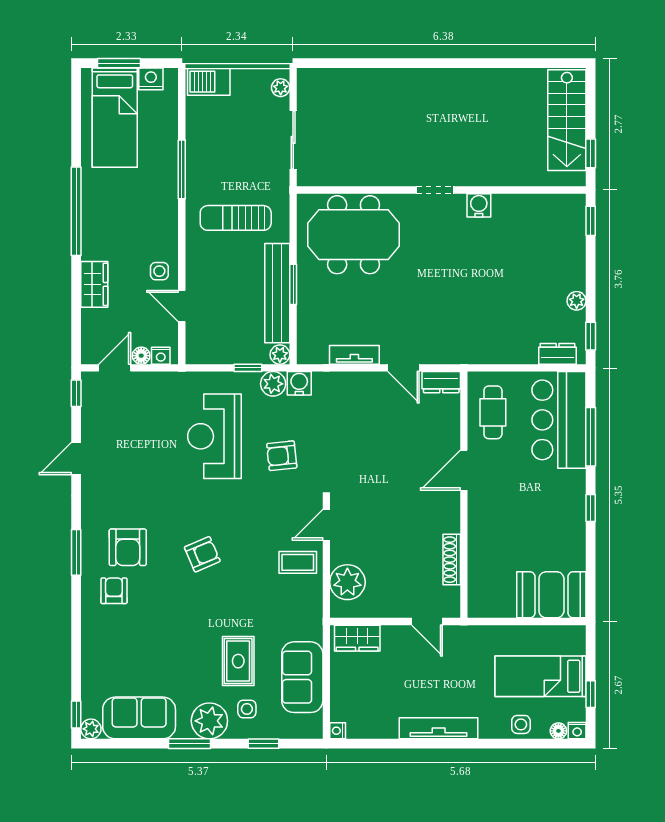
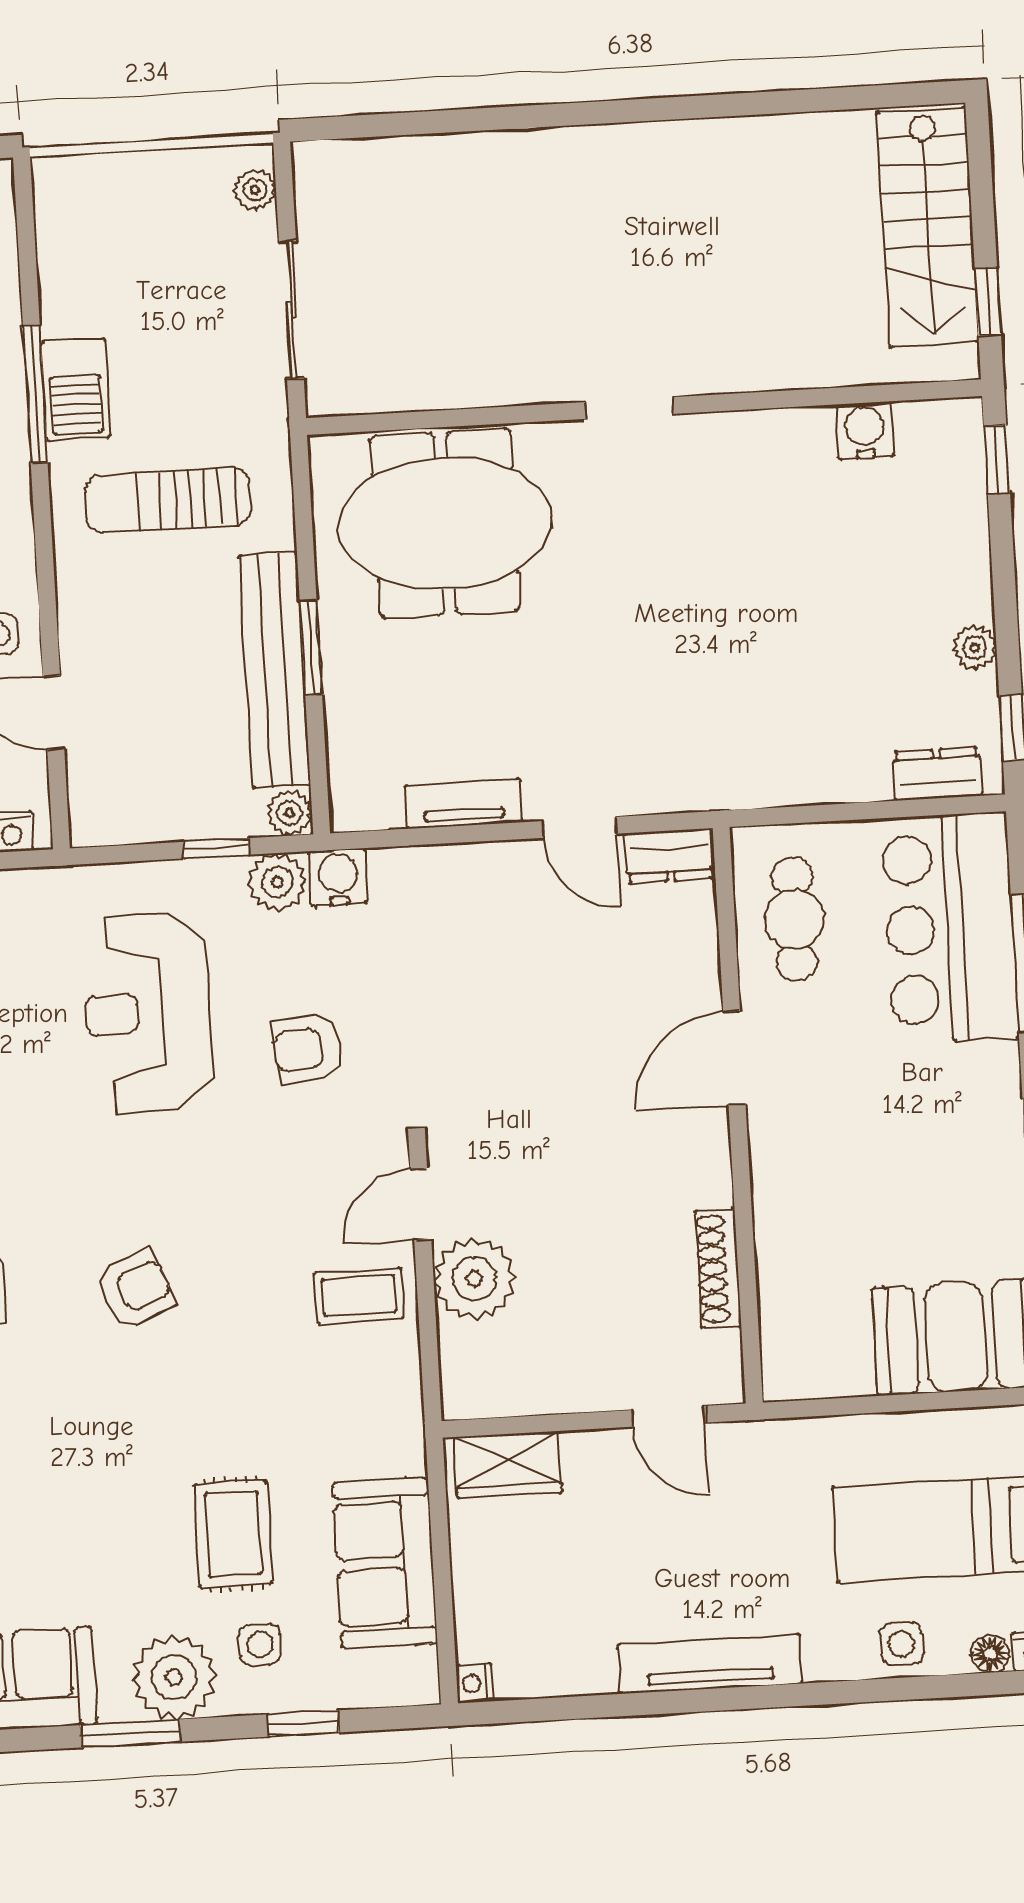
barbecue: (209, 82) -> (76, 390), moved, turned -90
water cooler: (479, 205) -> (865, 430), moved
plant: (347, 582) -> (475, 1279), moved

